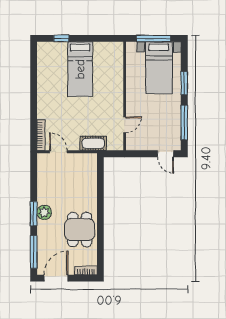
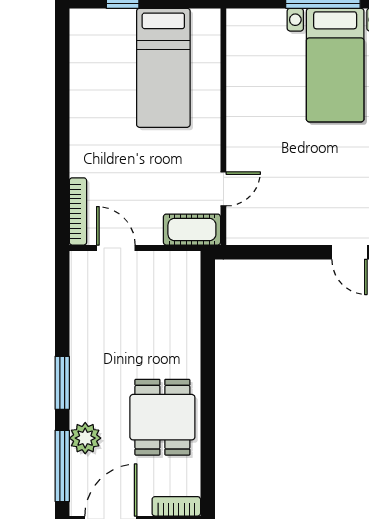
wall: (125, 96) -> (223, 127), moved
door: (125, 125) -> (223, 189), moved
plant: (44, 212) -> (85, 438), moved

